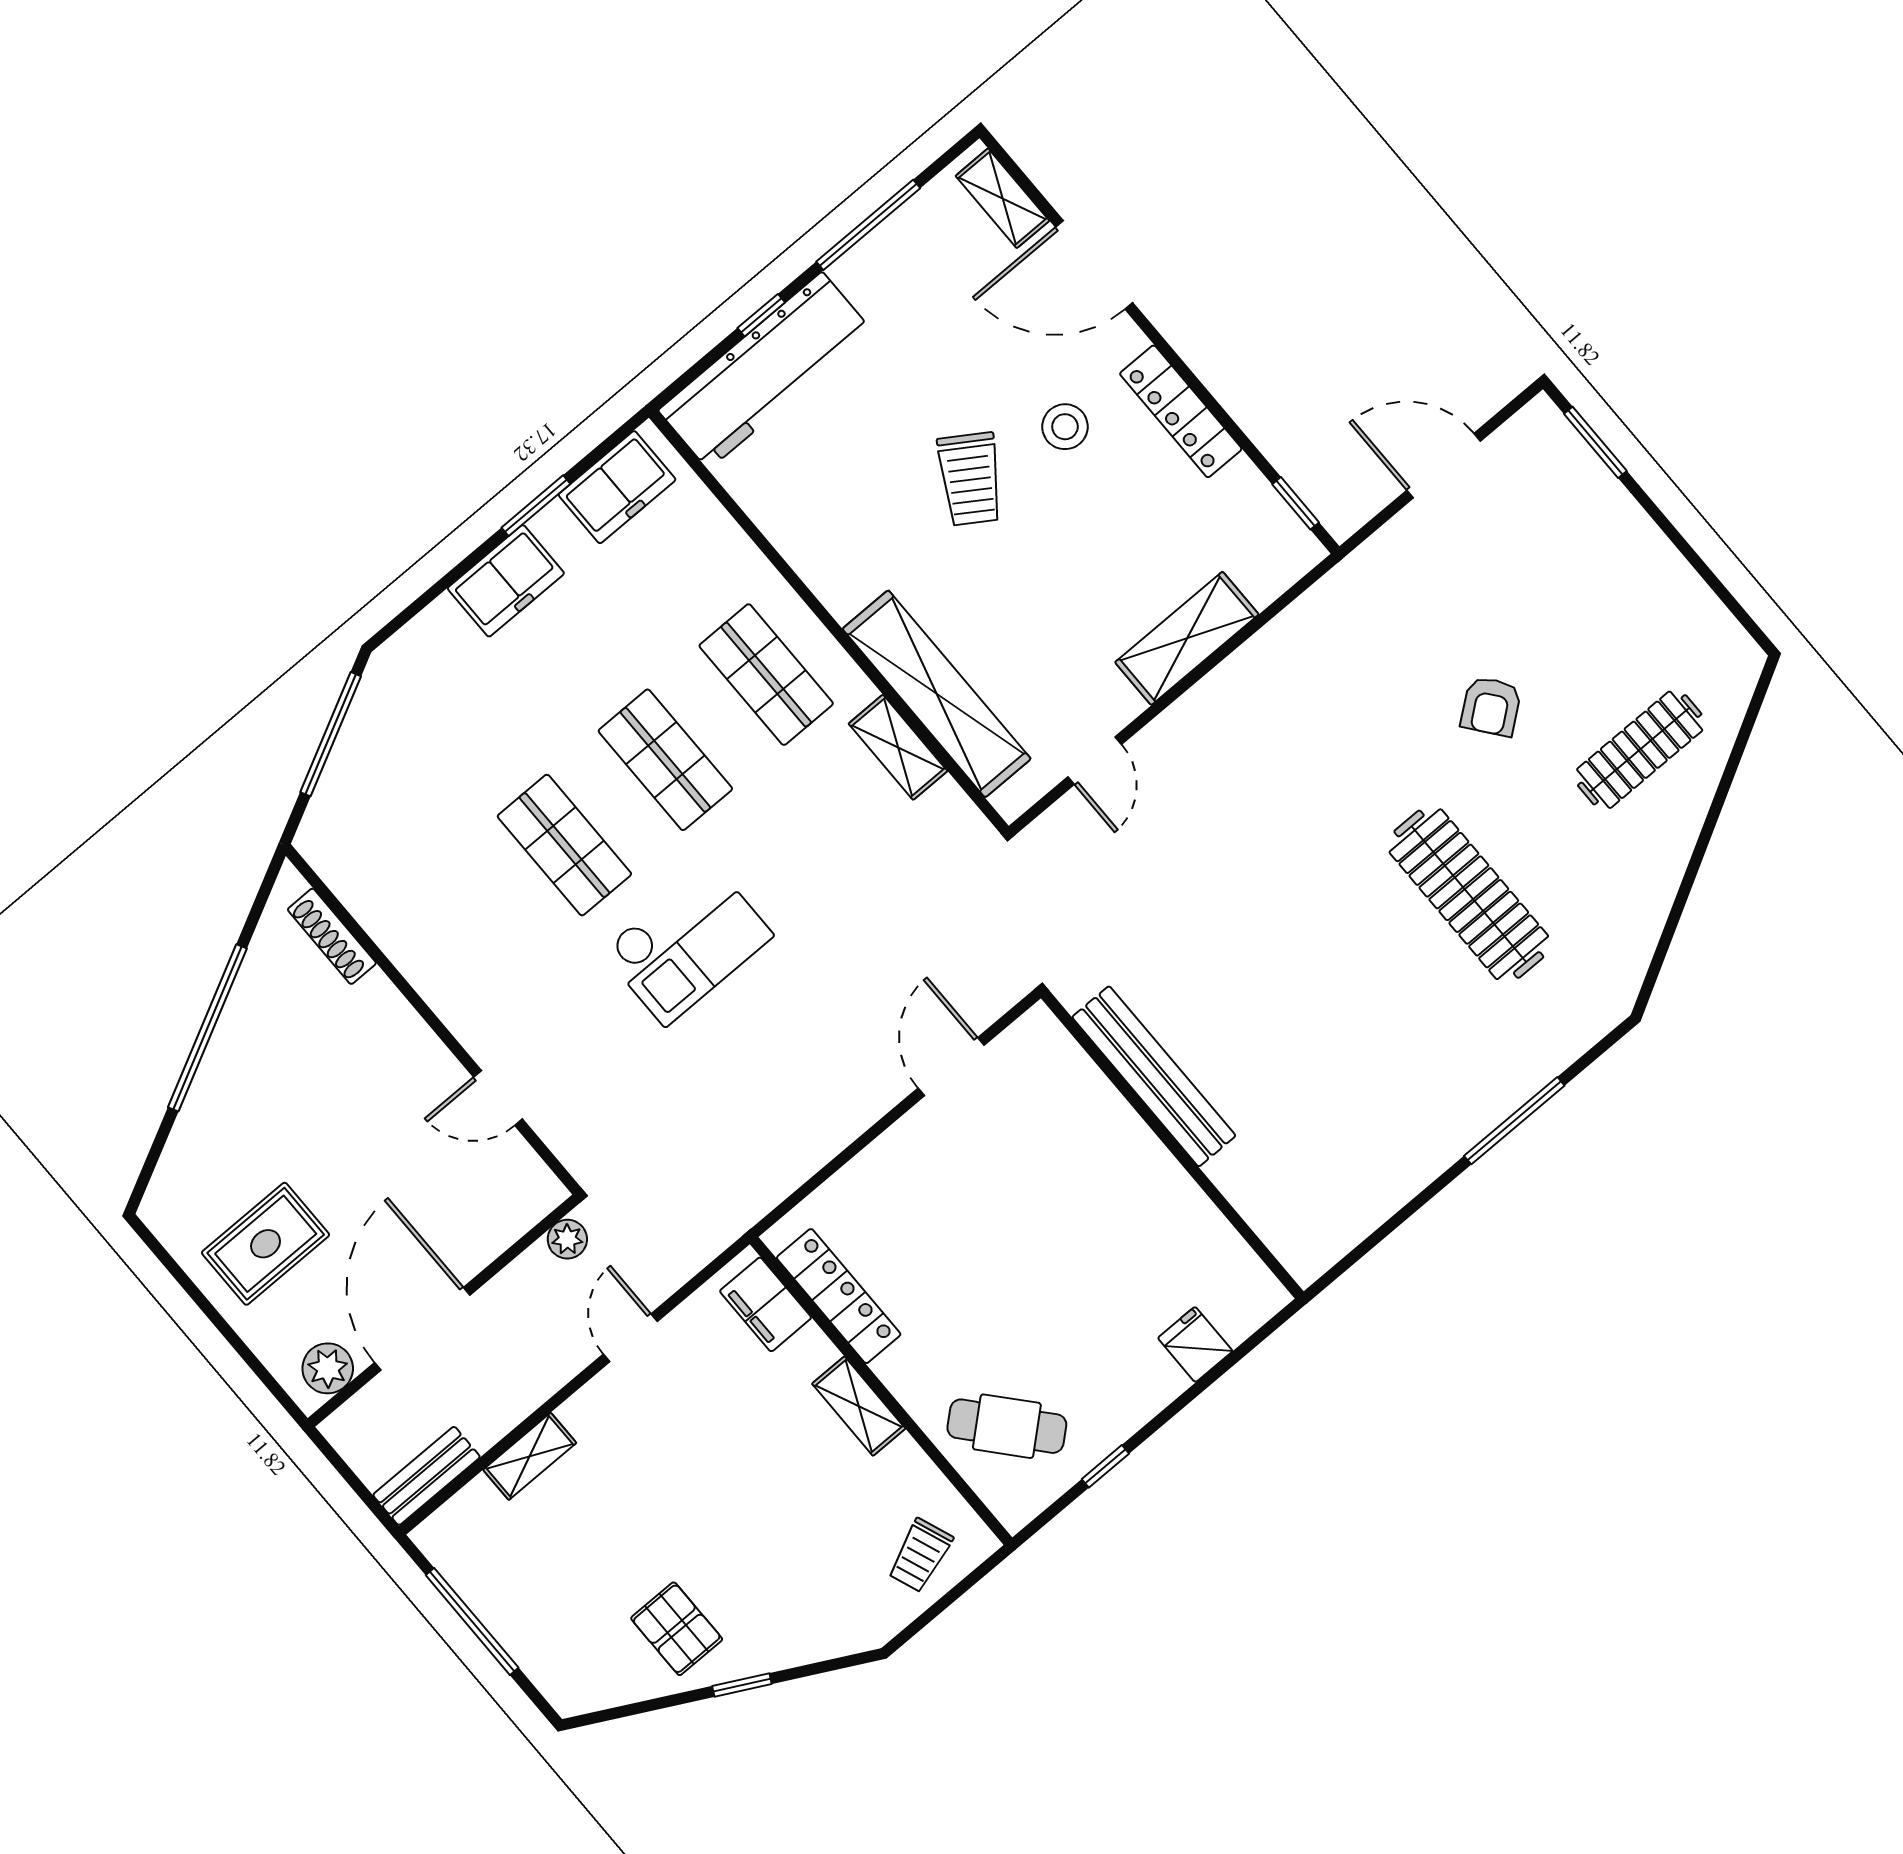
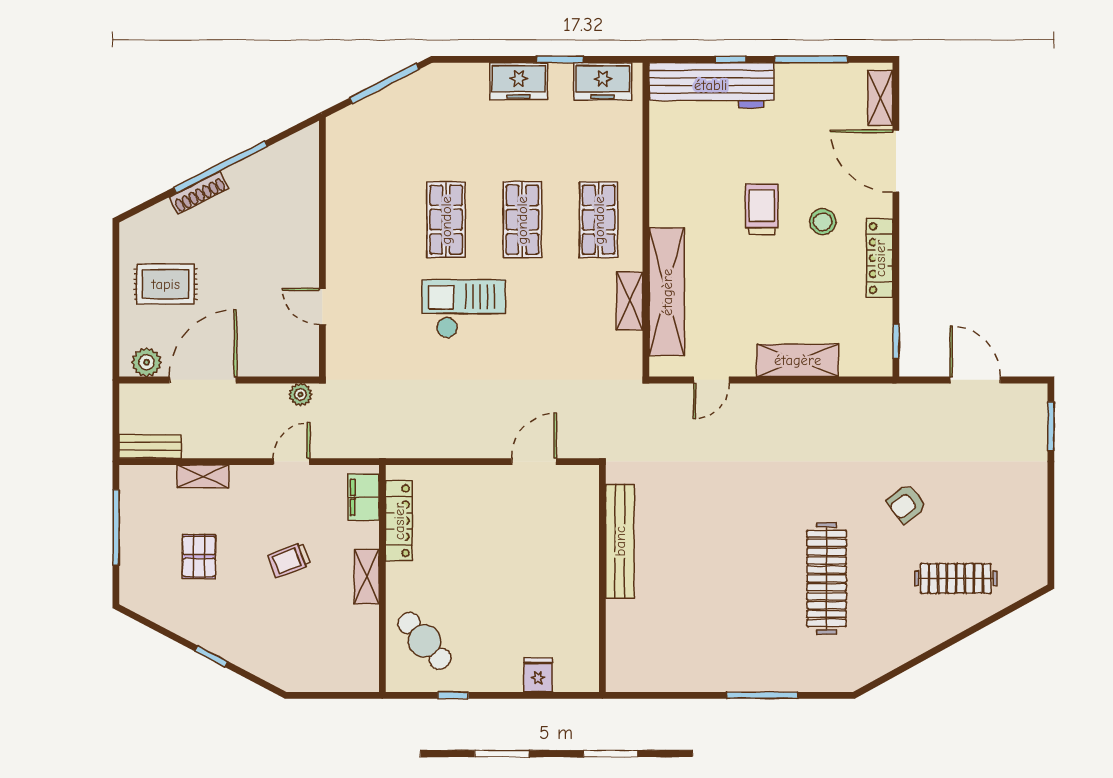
trolley: (970, 479) -> (762, 209), turned 147
shoe rack: (332, 936) -> (199, 193), moved, turned -117
checkout: (687, 943) -> (464, 309), turned 180
trolley: (920, 1555) -> (289, 560), moved
pallet: (677, 1629) -> (199, 556), moved

